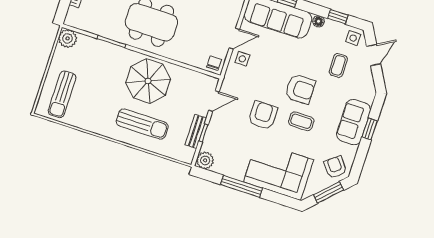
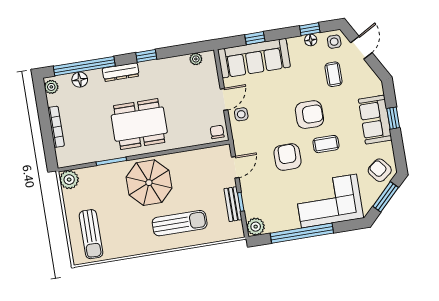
floor lamp: (319, 21) -> (311, 40), moved
parasol: (148, 81) -> (149, 183), moved
window: (241, 186) -> (302, 233), width x1.46

